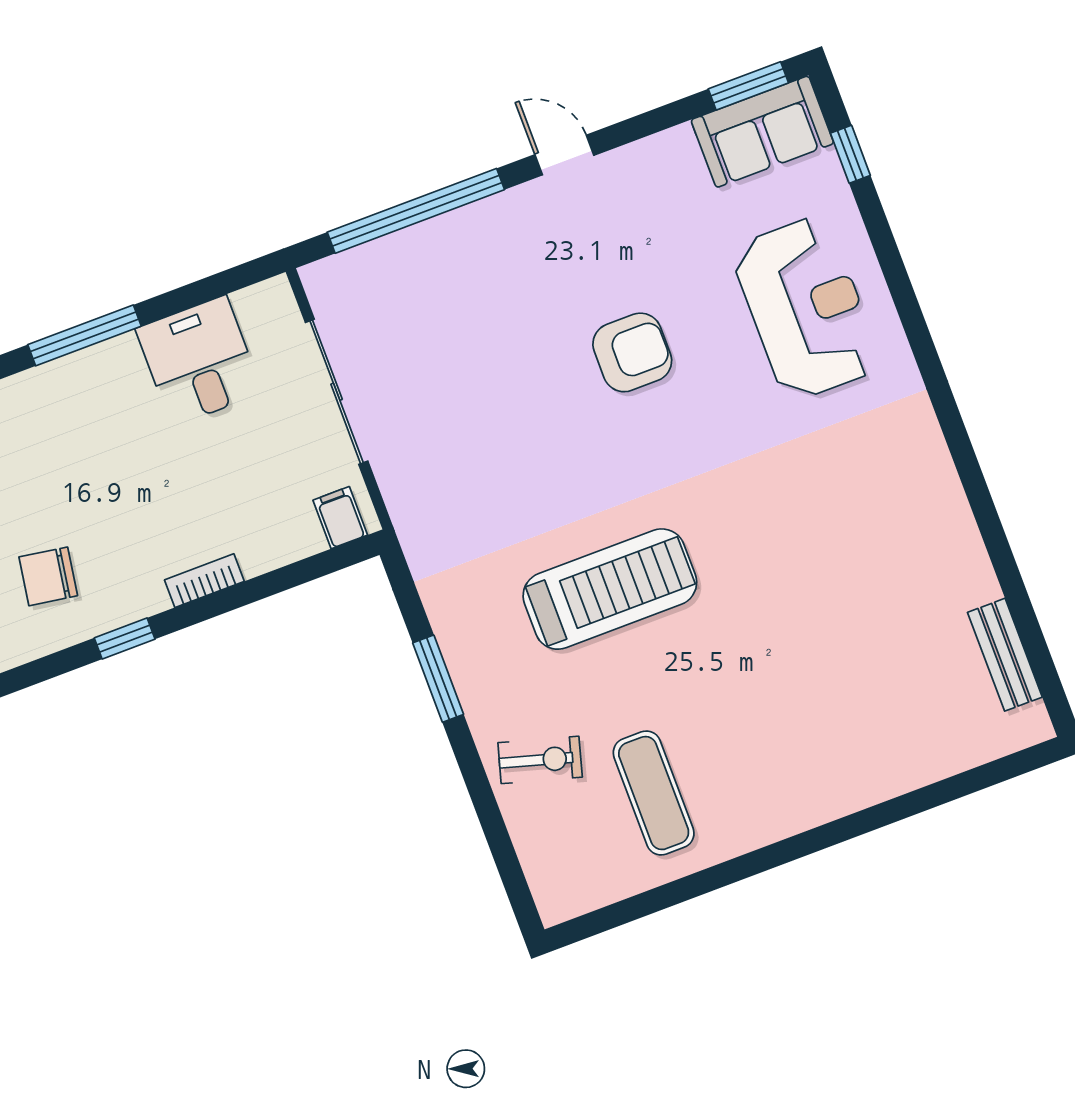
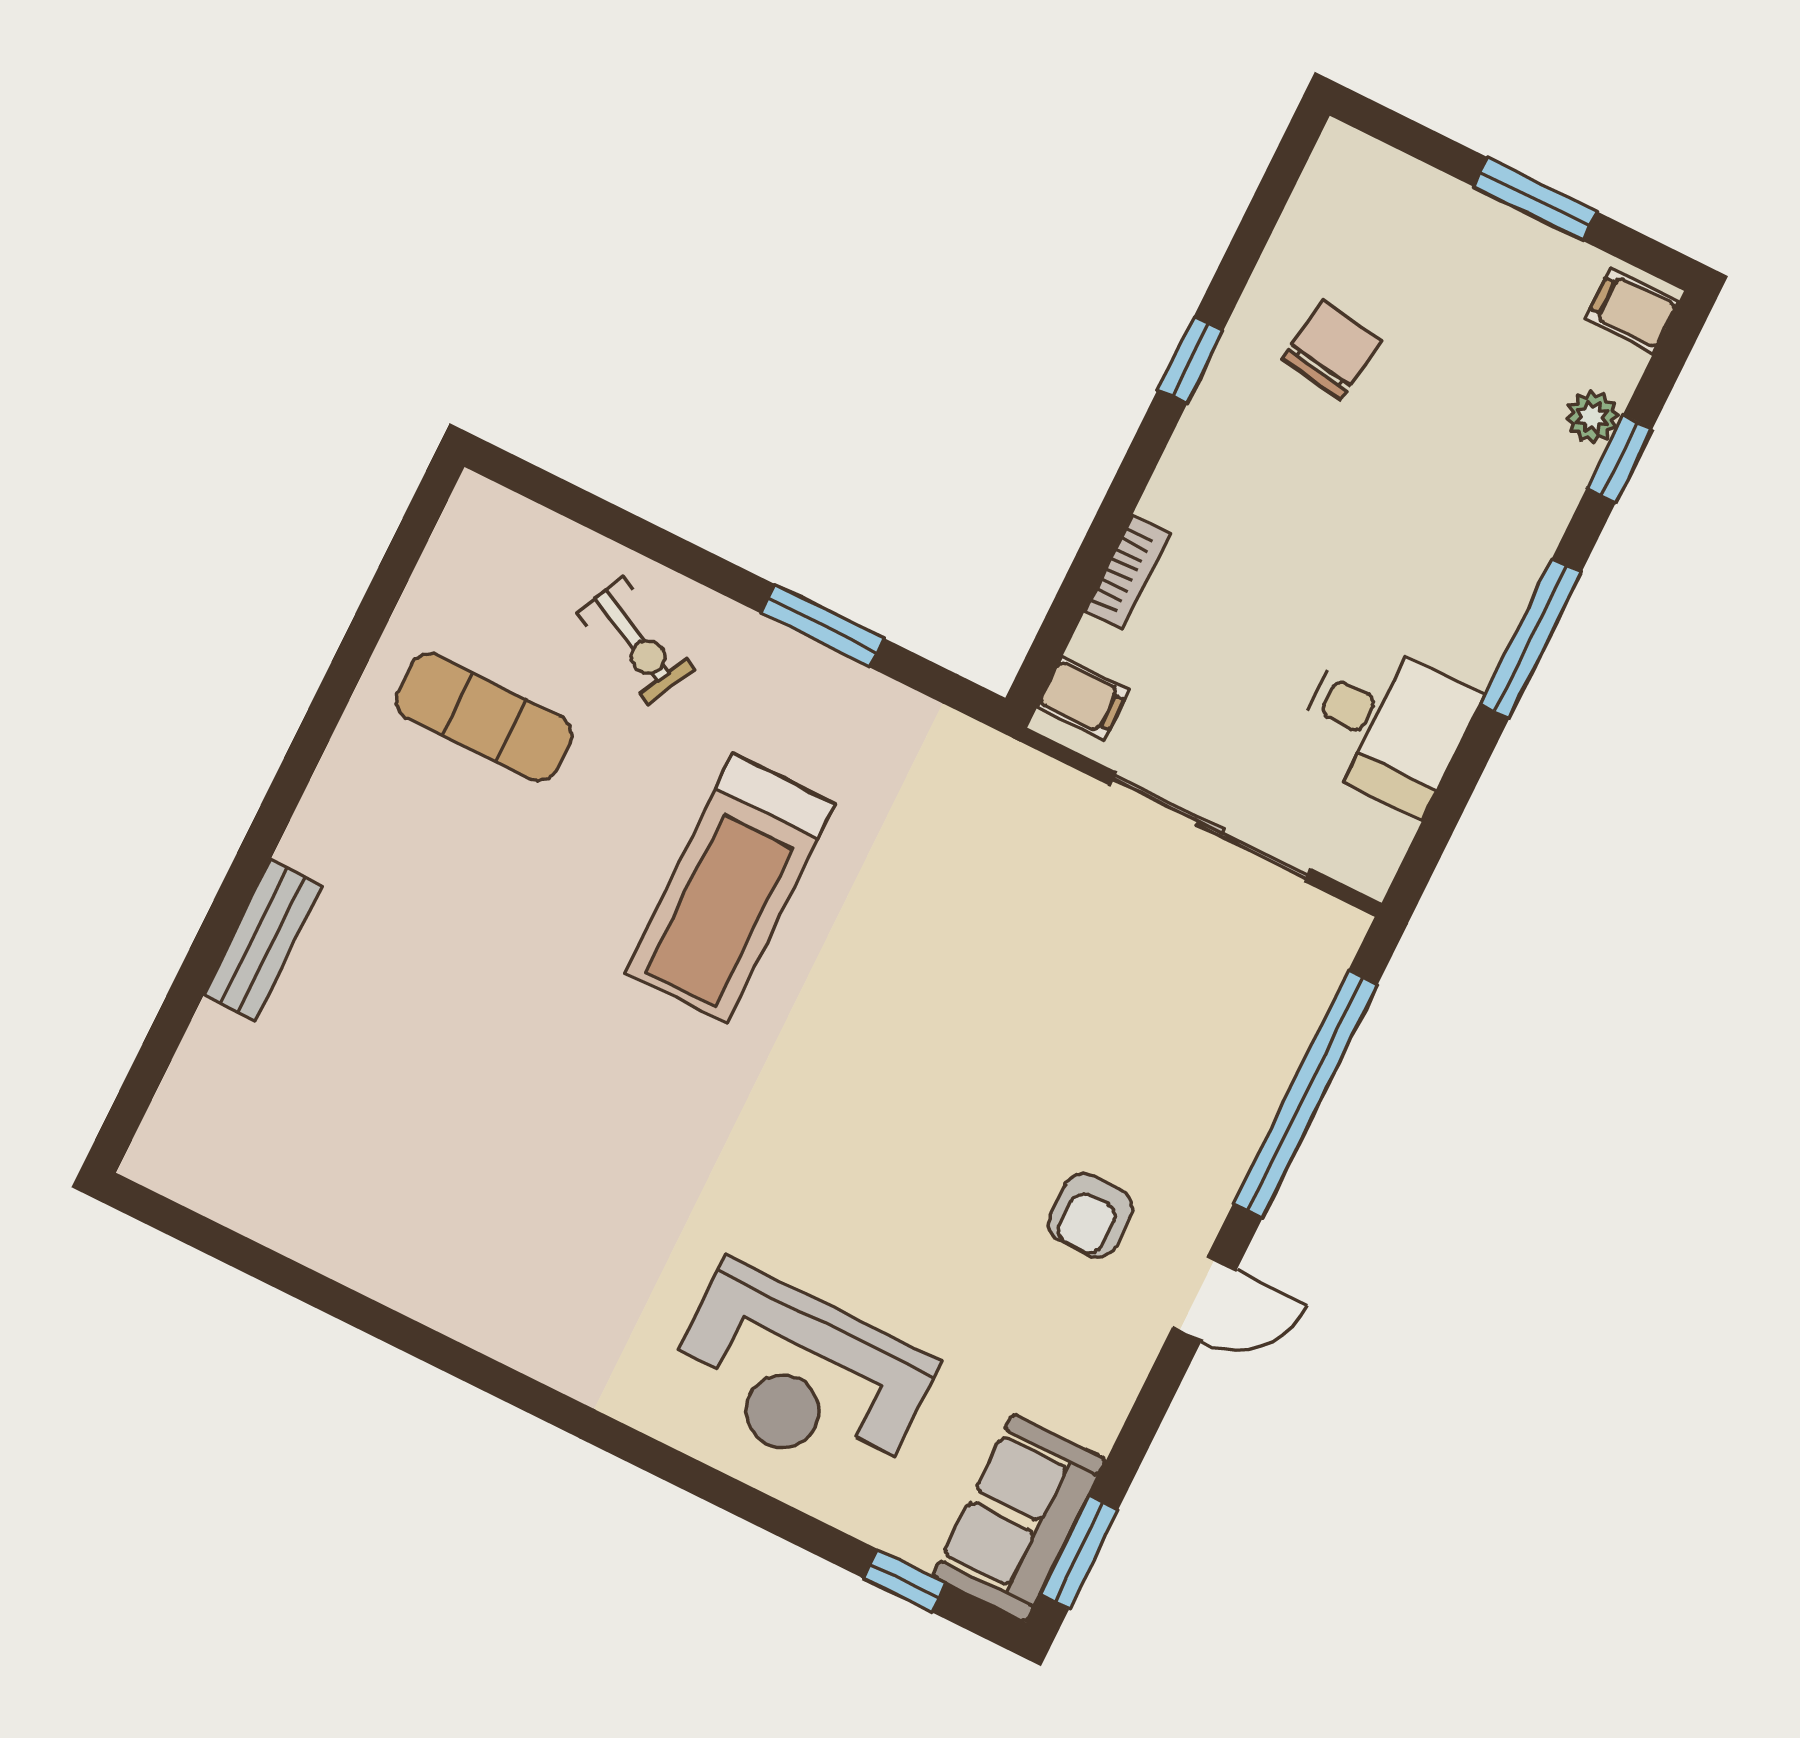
armchair: (632, 352) -> (1091, 1215), moved, width x0.72, depth x0.72
bookcase: (204, 581) -> (1128, 573), moved
bench: (1005, 655) -> (263, 941), moved, turned 90
exercise bike: (540, 760) -> (635, 640), turned -80

